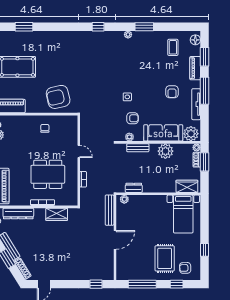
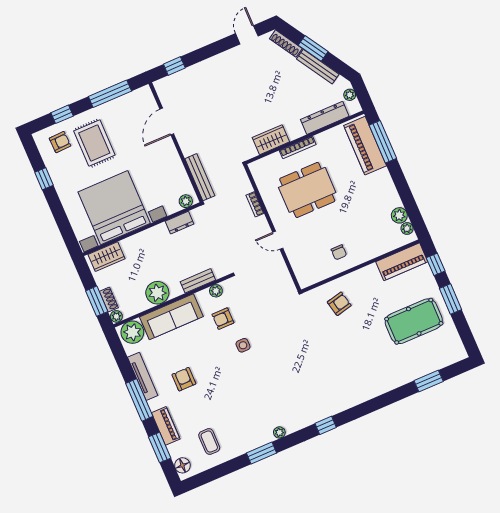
armchair: (58, 97) -> (339, 304), width x0.53, depth x0.53
bed with nightstands: (183, 214) -> (114, 208), width x1.85
door: (115, 240) -> (167, 121), moved

